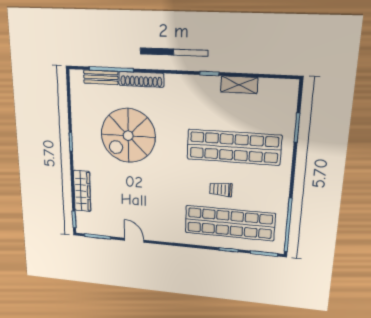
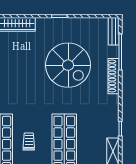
bench: (101, 77) -> (114, 31), moved
spiral stairs: (128, 136) -> (68, 65), turned 180

